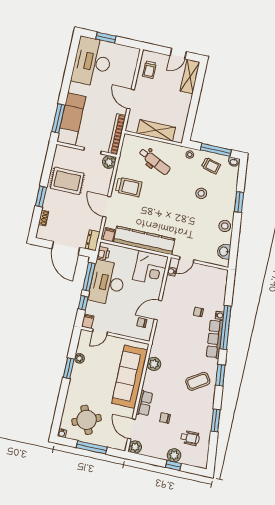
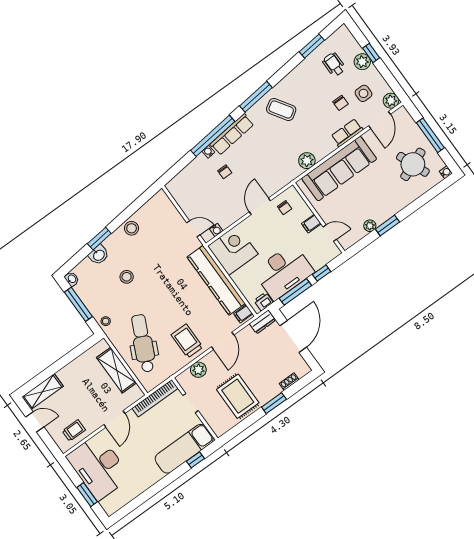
desk: (92, 62) -> (98, 467), moved, turned 90
window: (58, 118) -> (195, 460), width x0.46
dental chair: (155, 161) -> (143, 343), width x1.36, depth x1.38
plant: (109, 162) -> (198, 370), moved
trolley: (211, 166) -> (95, 294), removed
washbasin: (224, 252) -> (99, 255), moved
door: (158, 310) -> (260, 206), swing flipped
filing cabinet: (88, 321) -> (311, 224), moved
window: (220, 375) -> (256, 97), width x1.44
window: (216, 420) -> (312, 46), moved
side table: (156, 436) -> (363, 93), added

